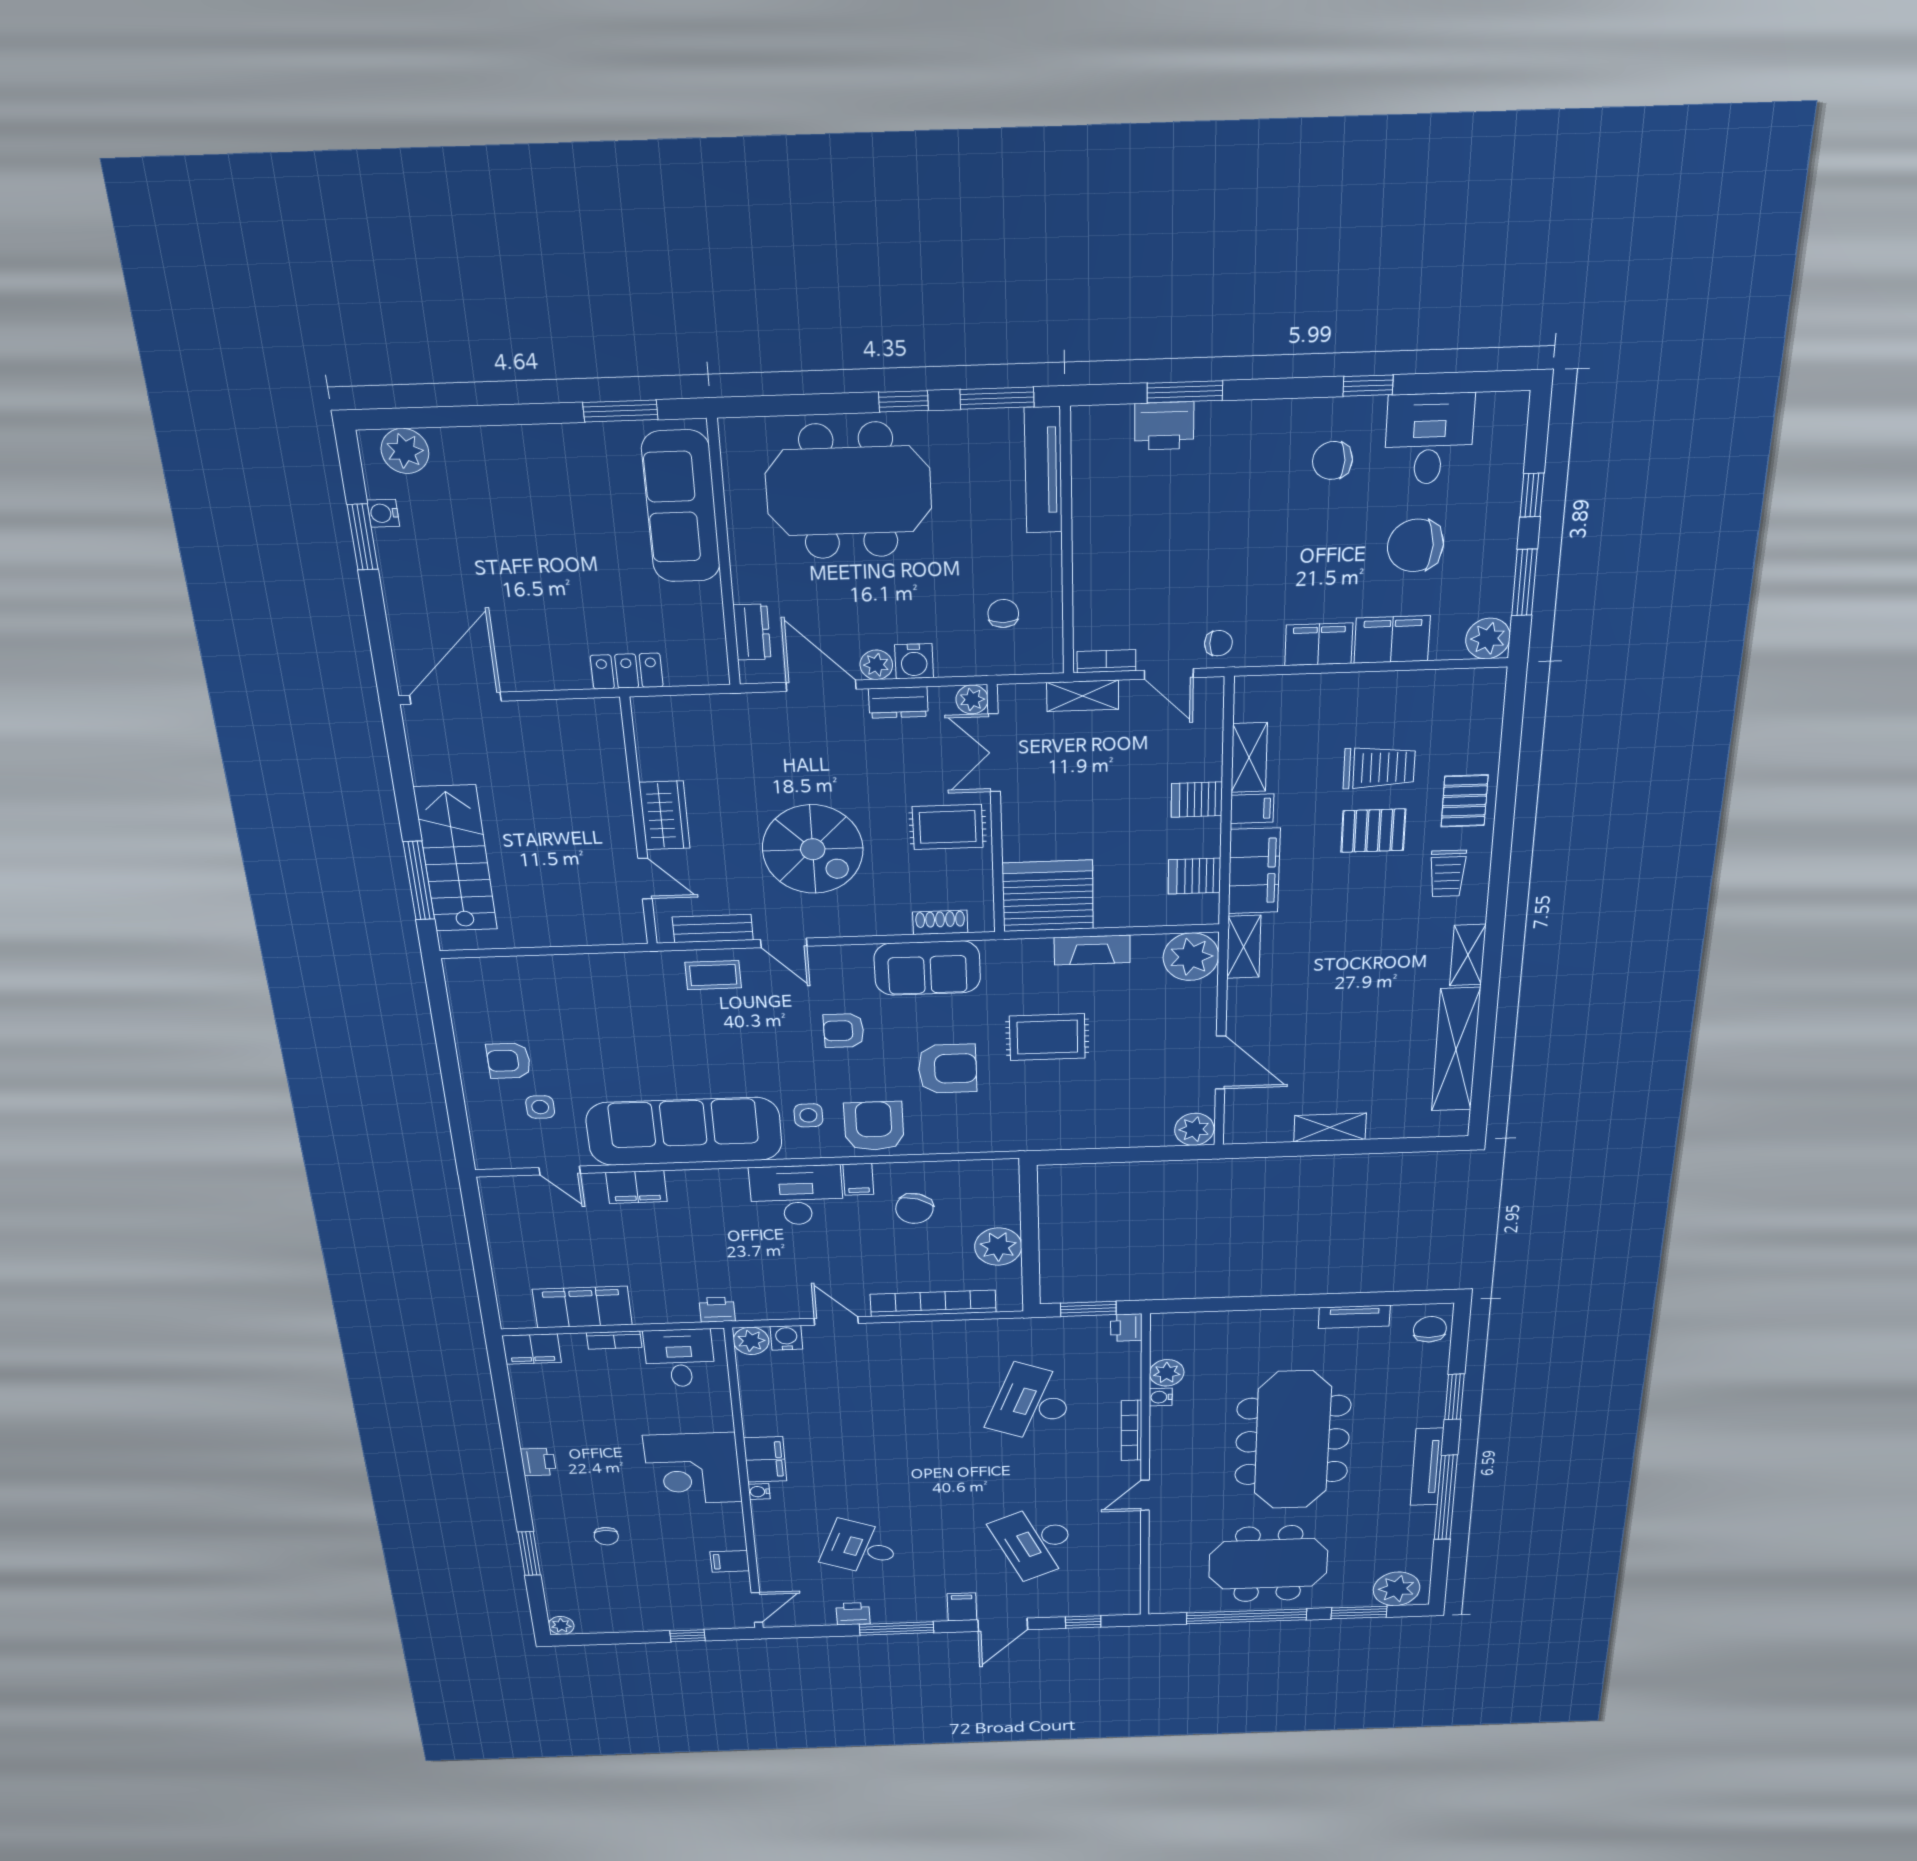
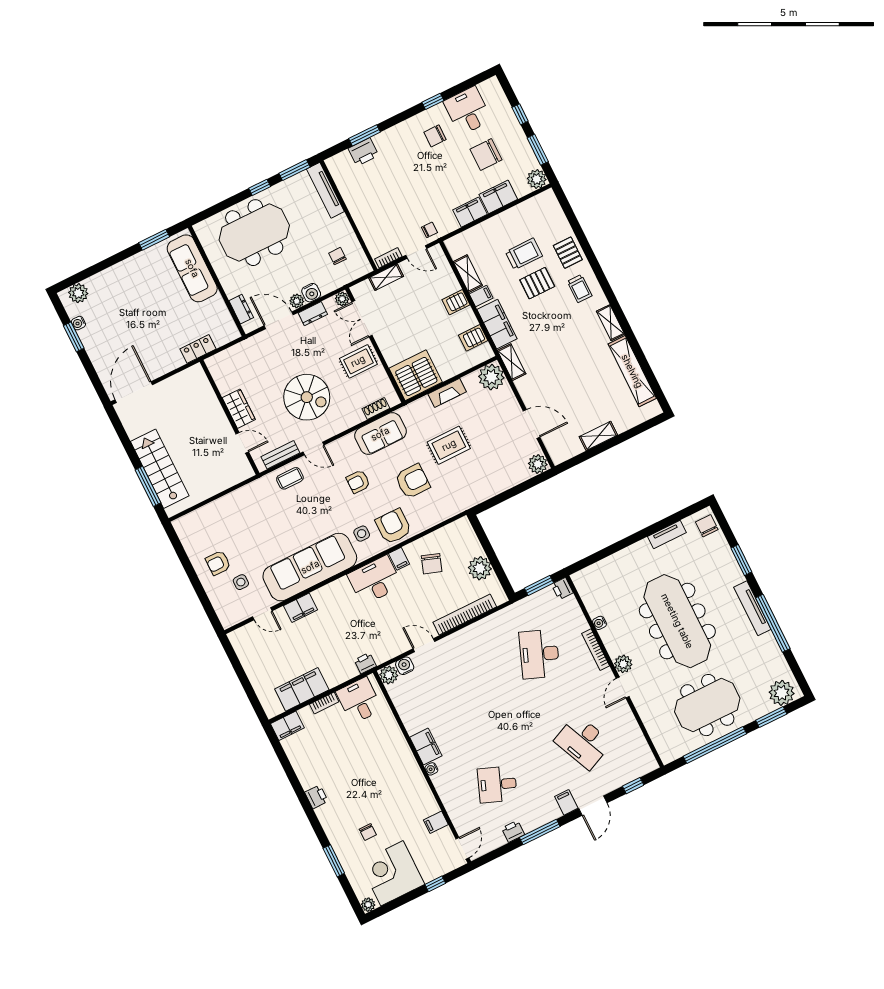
plant: (1167, 1373) -> (623, 664), moved
corner desk: (693, 1469) -> (392, 873), moved, turned 90

